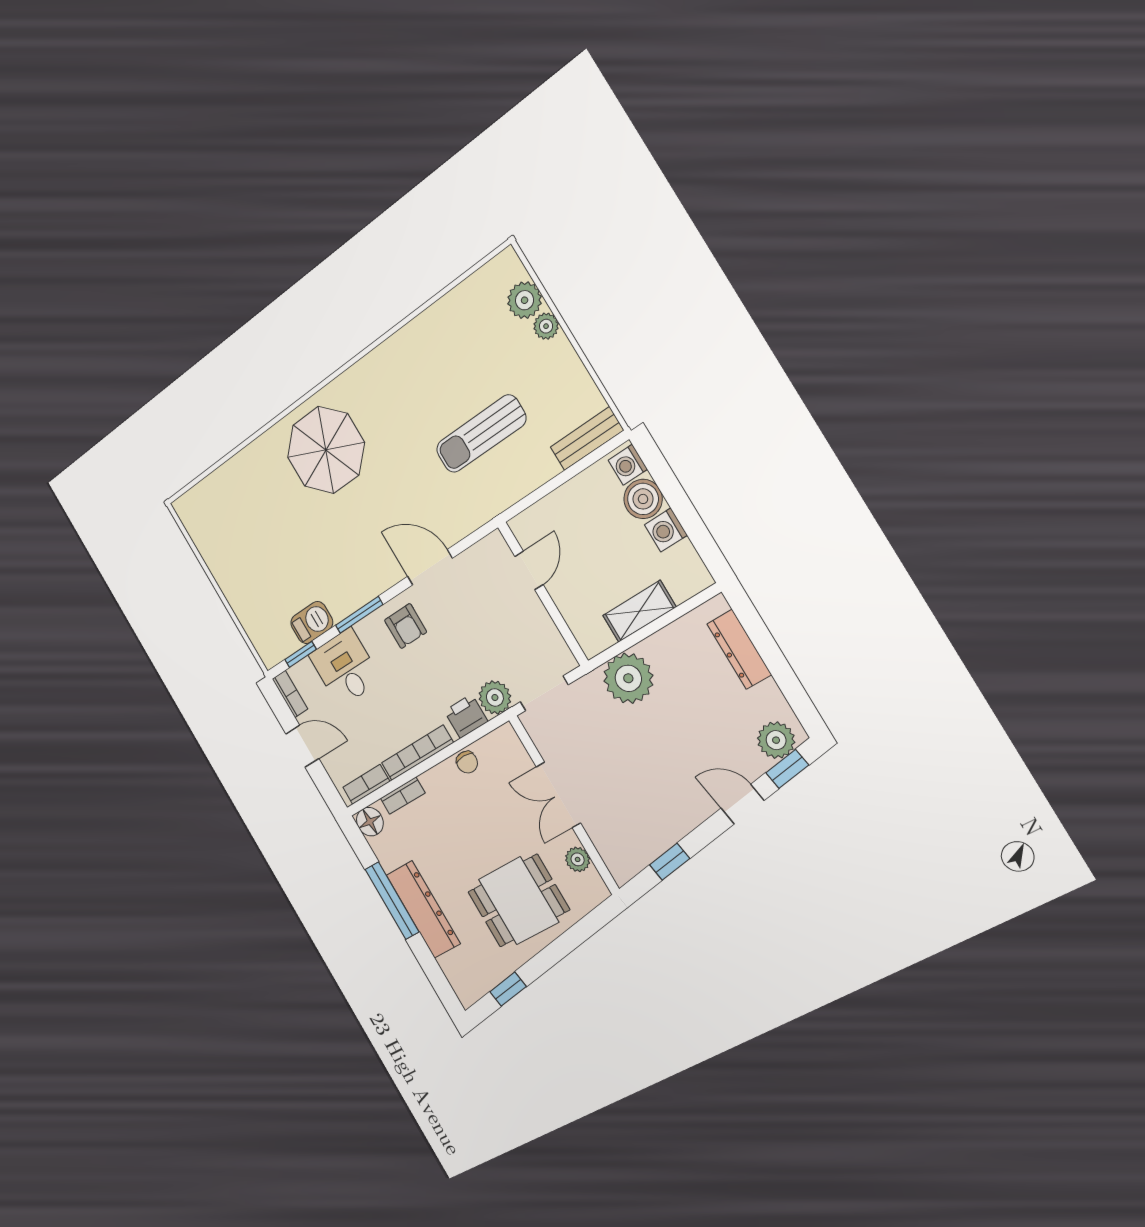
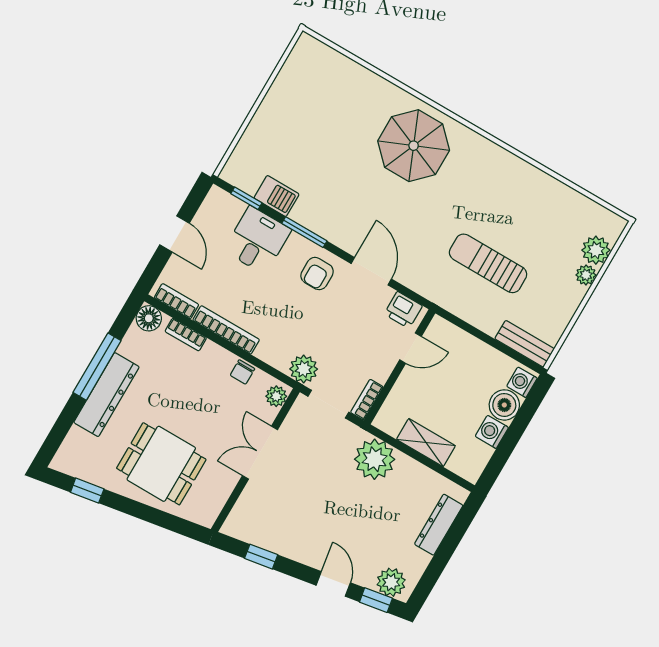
bookcase: (290, 694) -> (367, 400), moved, turned 180
printer: (466, 716) -> (403, 310), moved, turned 180
plant: (578, 859) -> (276, 396), moved

